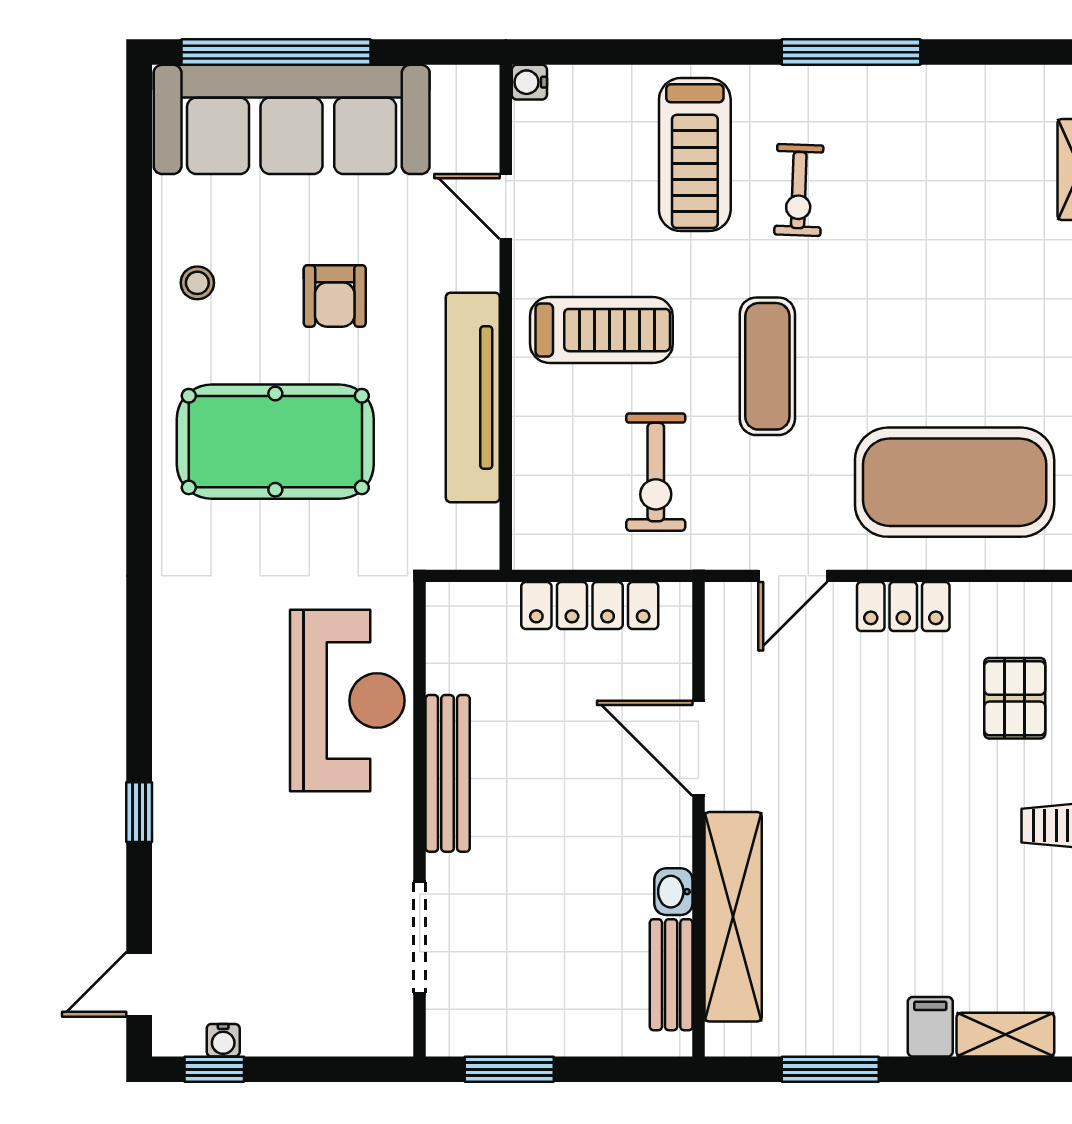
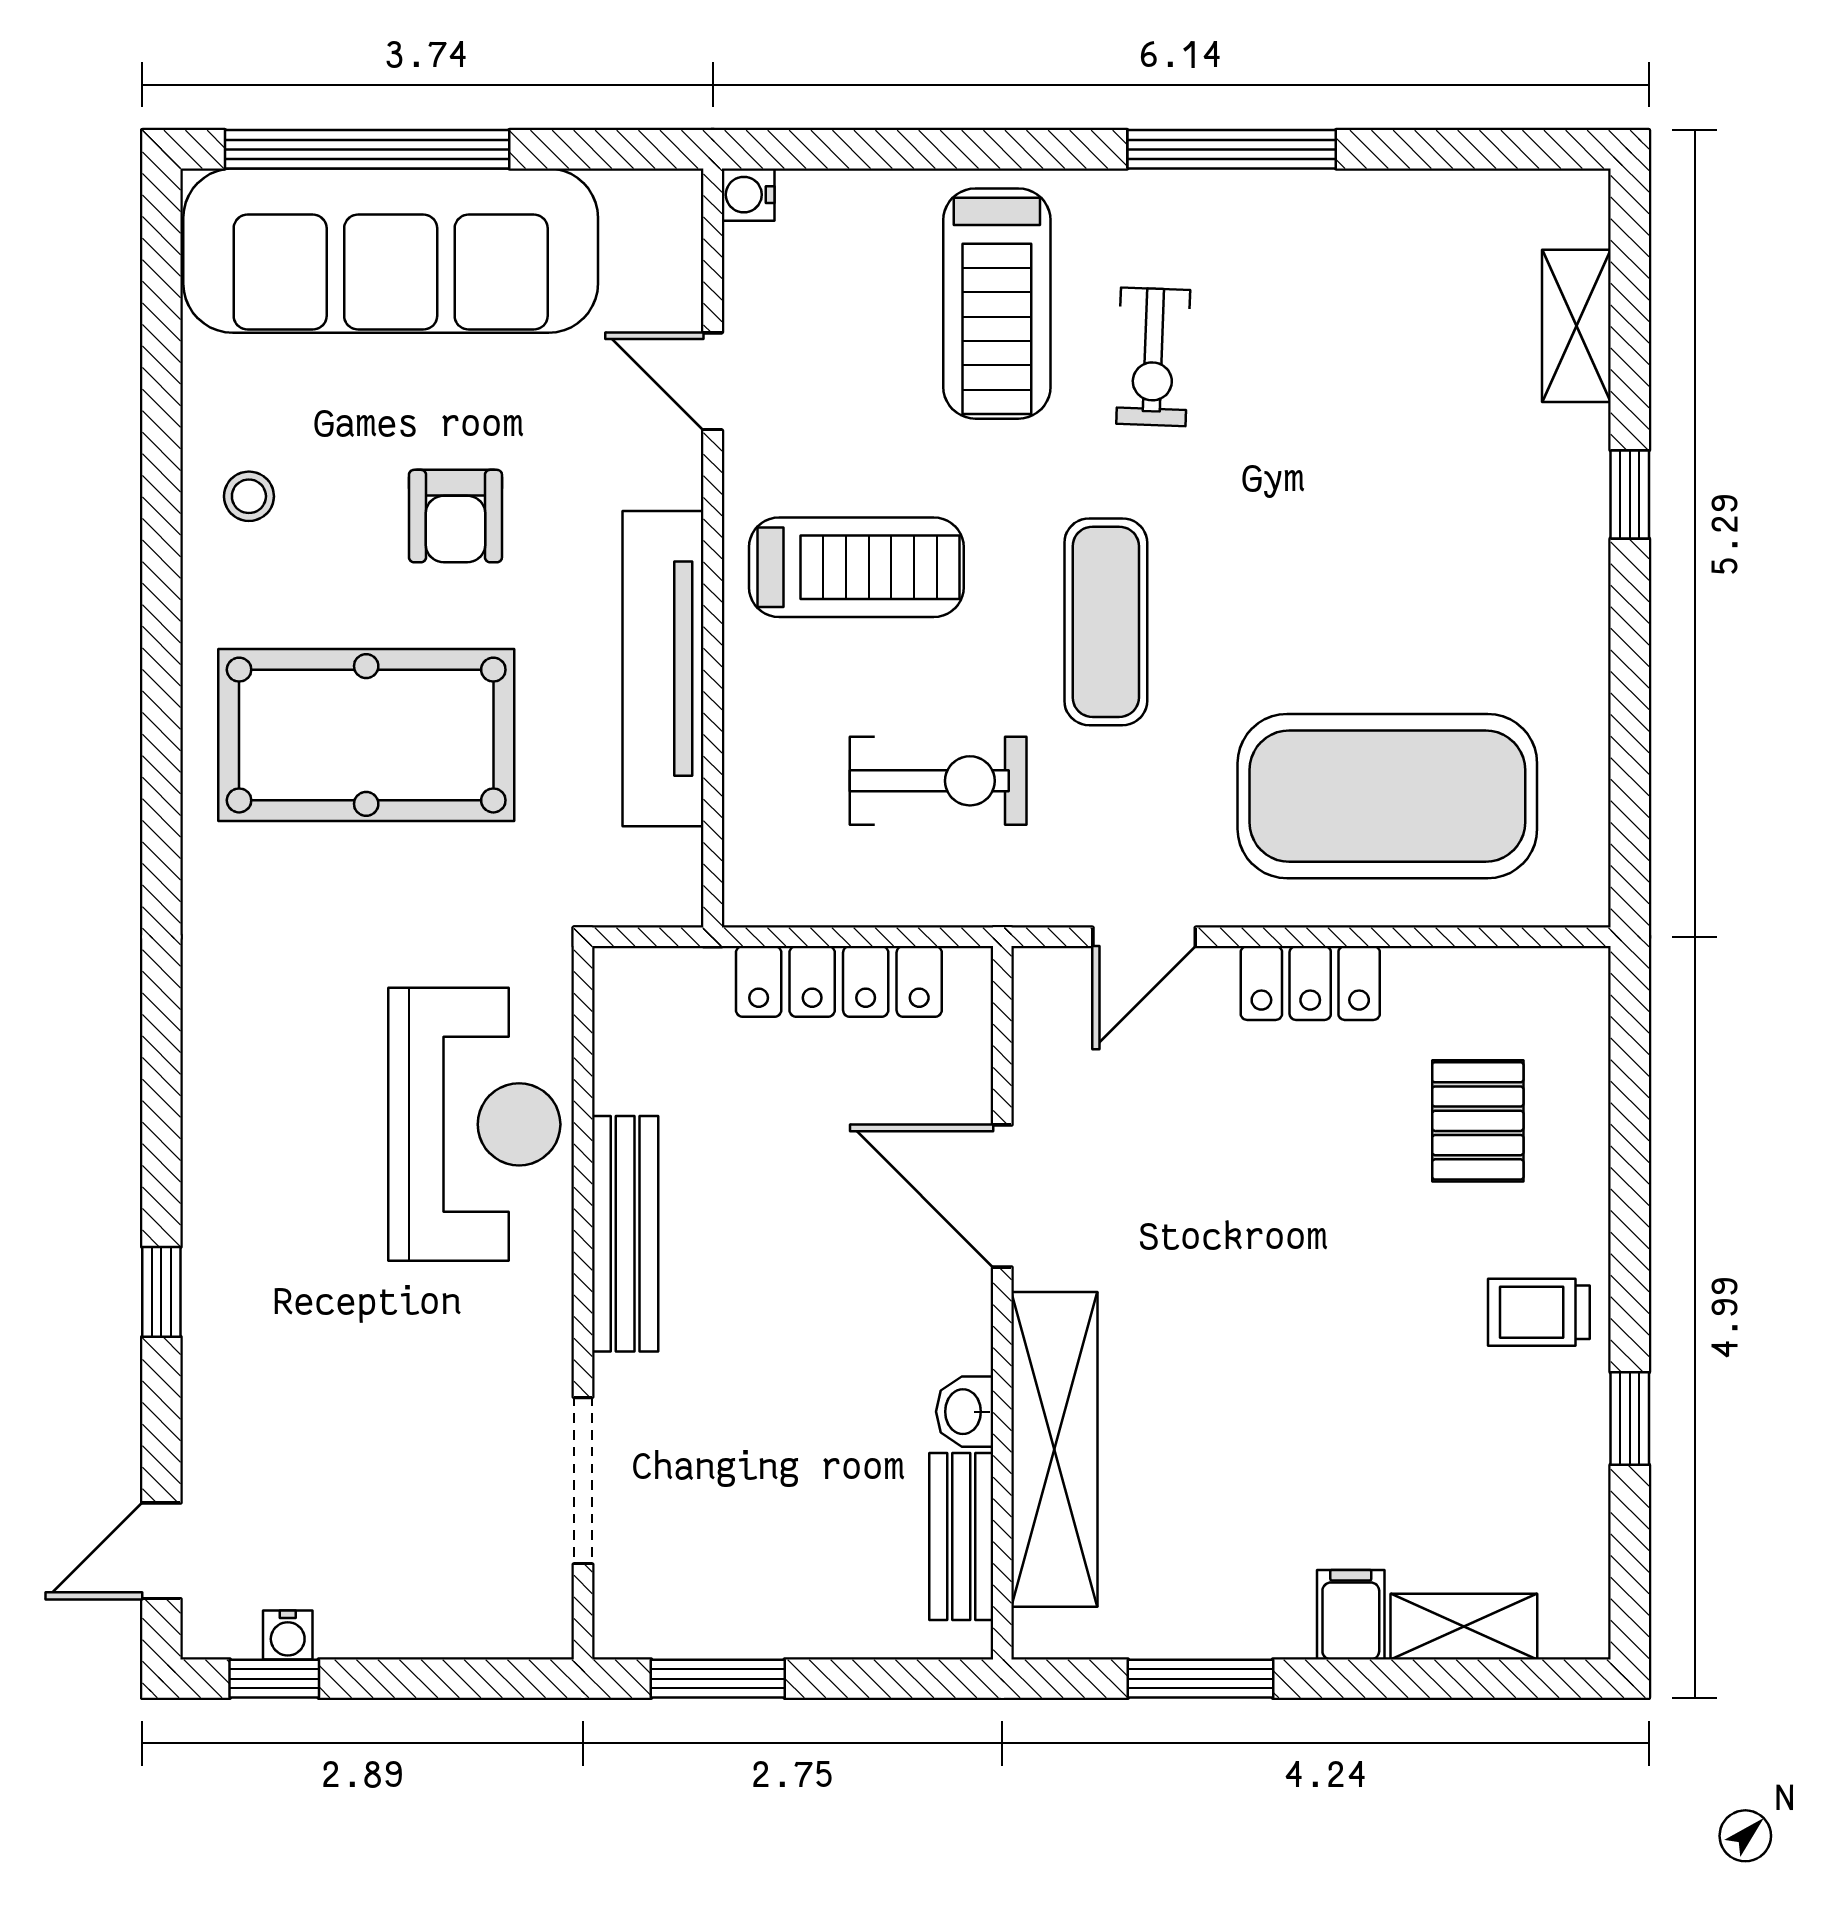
exercise bike: (656, 472) -> (938, 781), turned -90

